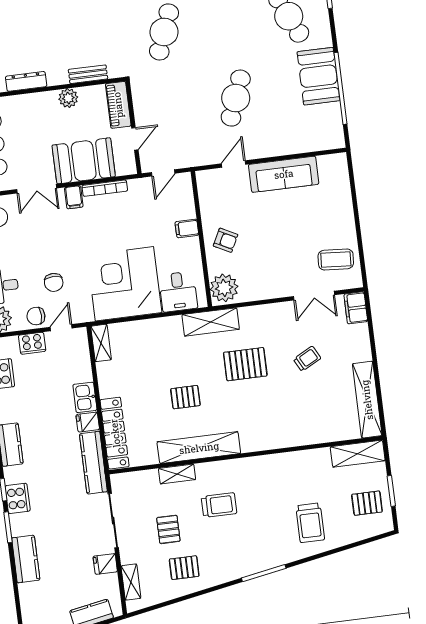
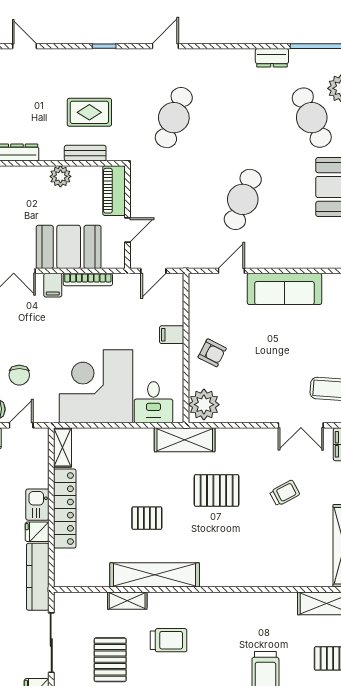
rug: (87, 37) -> (89, 112), added
locker: (115, 433) -> (65, 509), moved
pallet: (168, 529) -> (110, 660), width x1.50, depth x1.42

